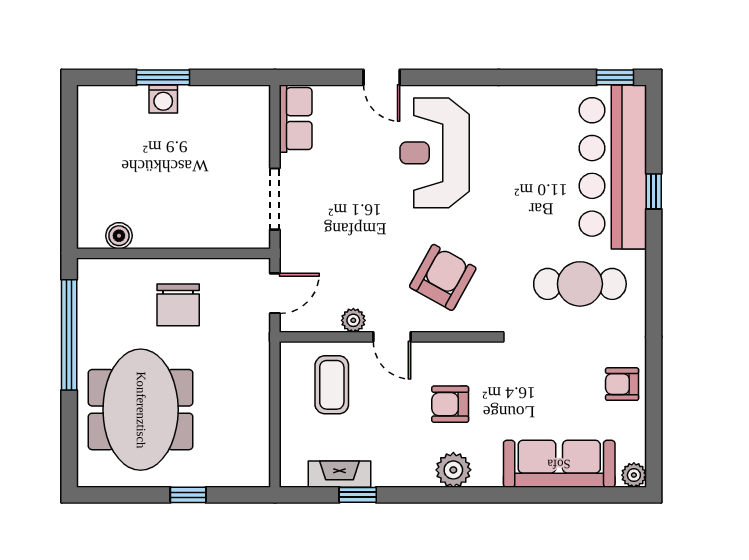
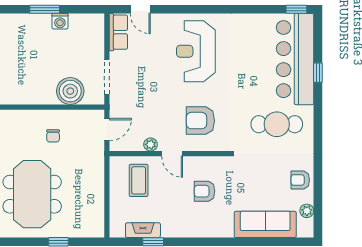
door: (382, 77) -> (140, 9), moved
washing machine: (163, 99) -> (60, 21), moved
boiler: (119, 236) -> (70, 91), moved, width x1.86, depth x1.86
armchair: (443, 277) -> (200, 121), turned -119
chair: (178, 305) -> (53, 136), width x0.54, depth x0.54
plant: (453, 470) -> (206, 228), removed
plant: (634, 475) -> (307, 211), moved

